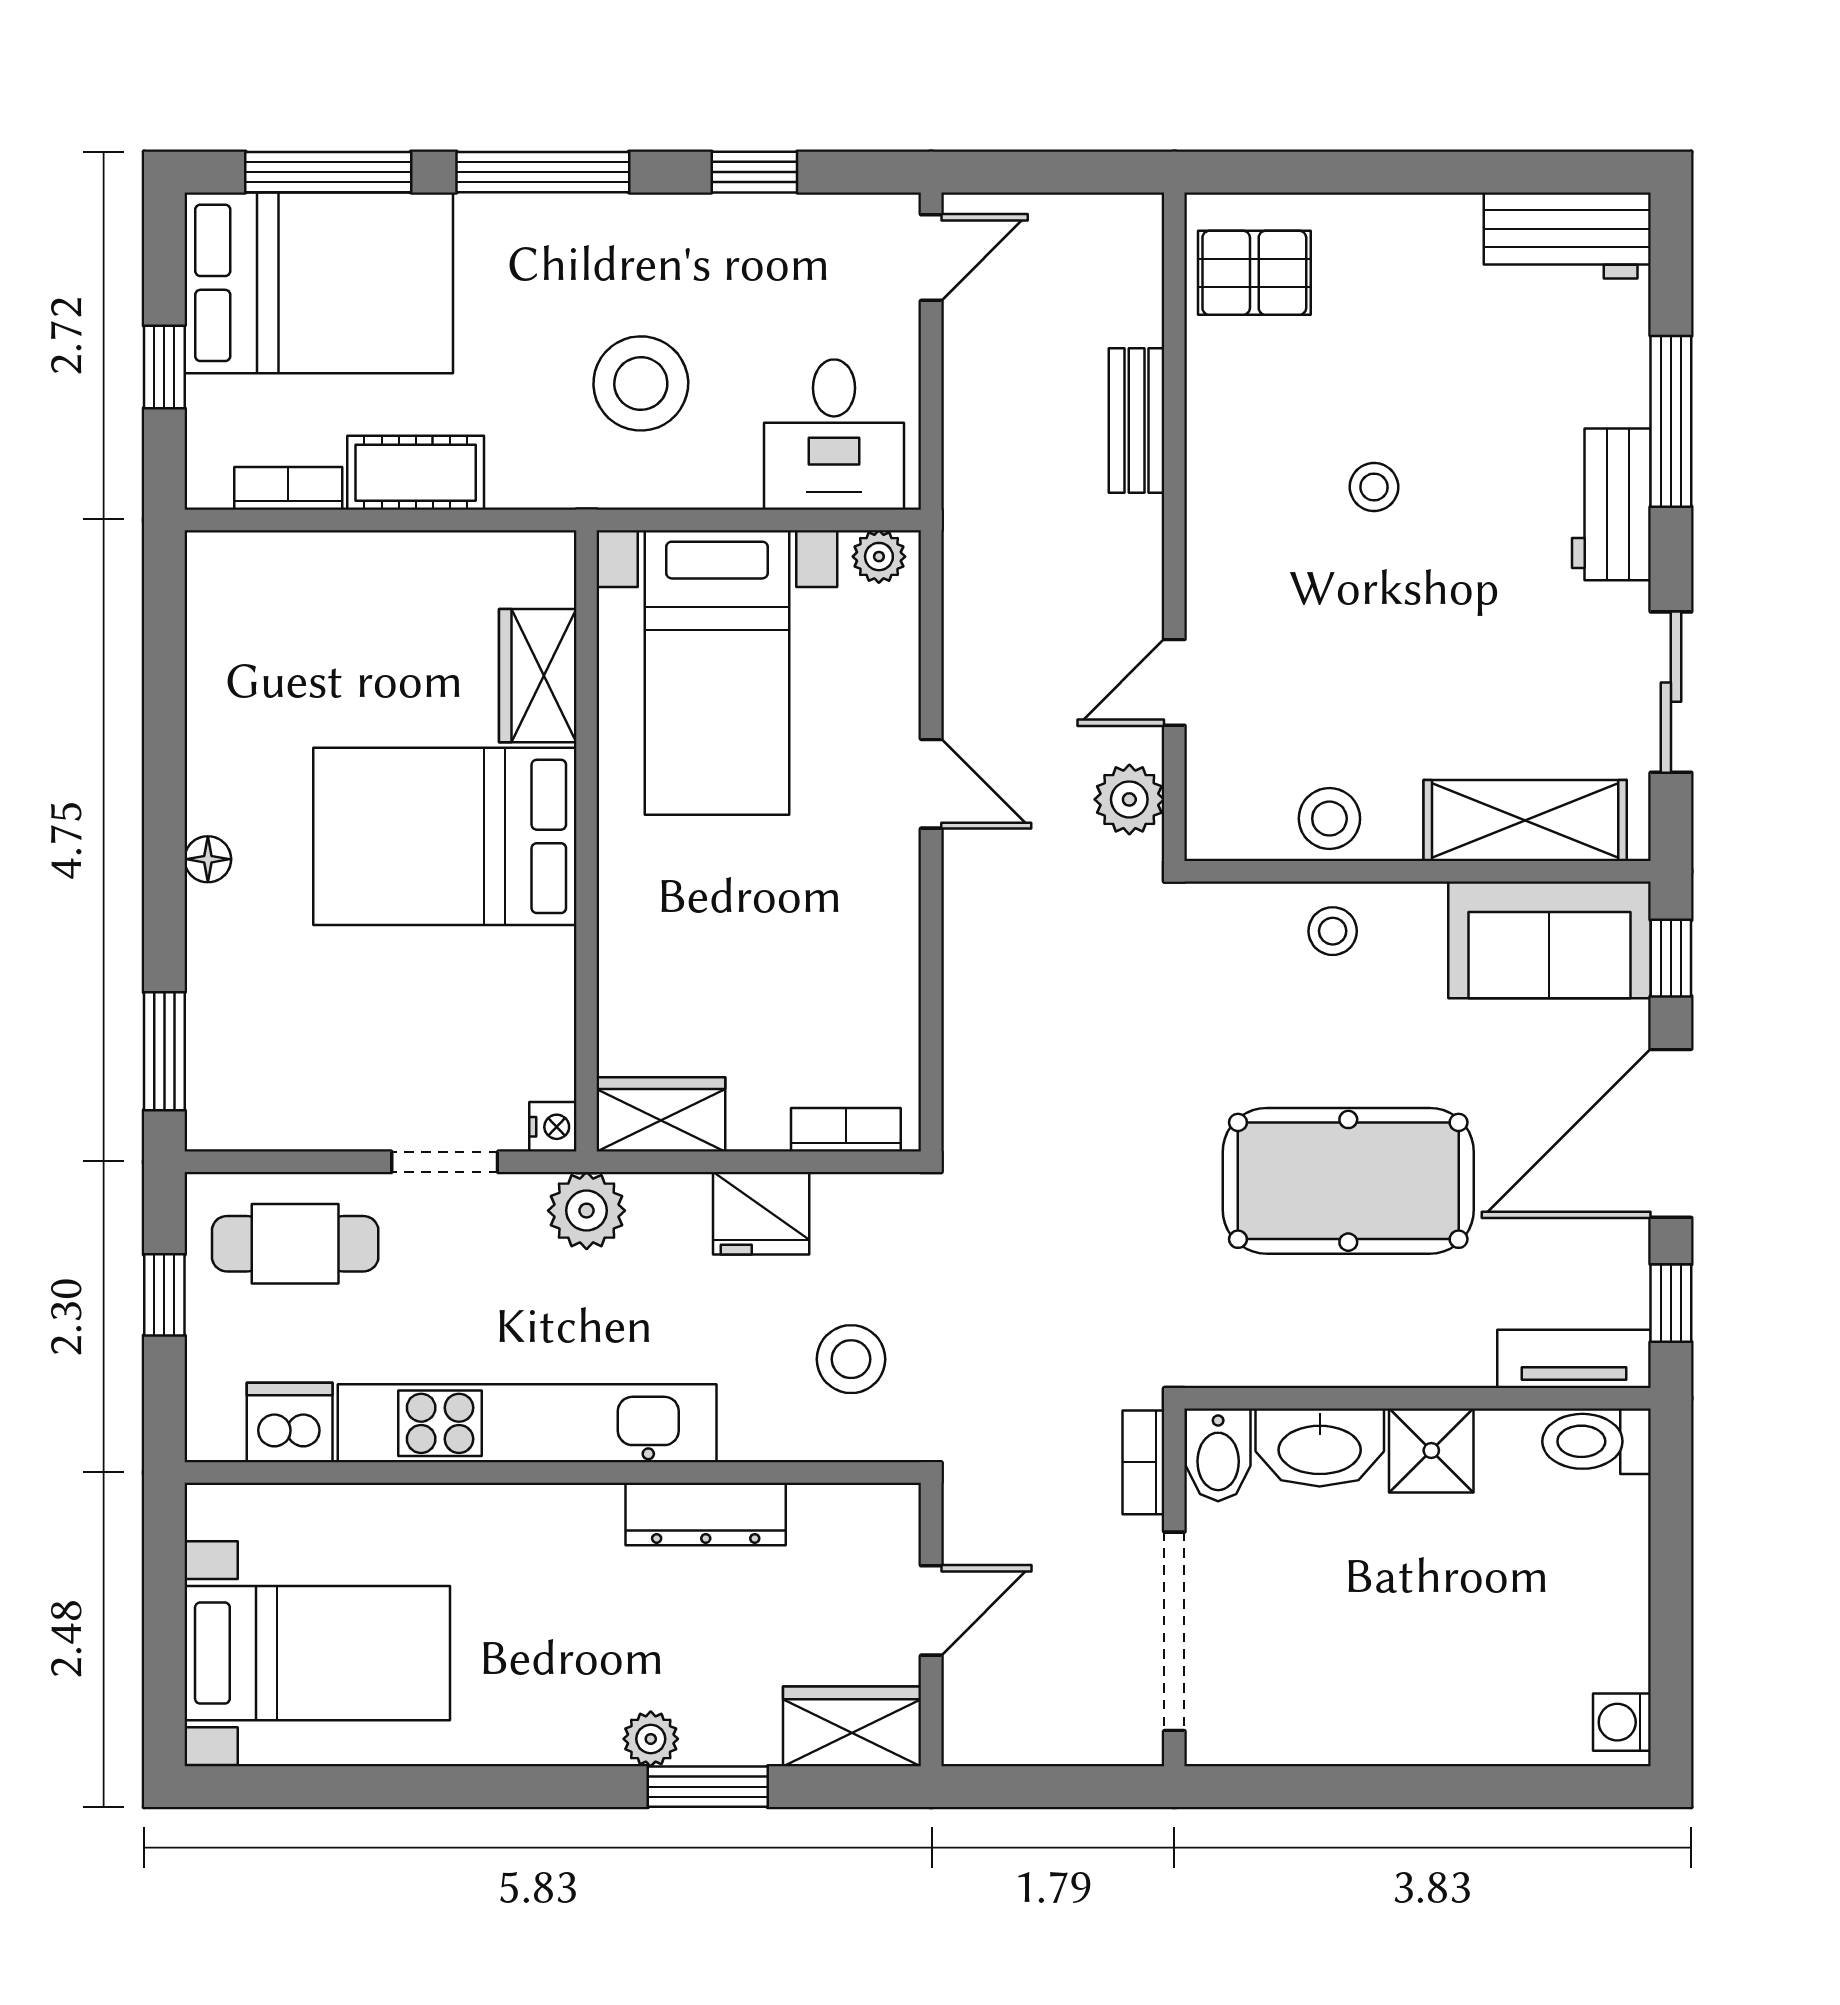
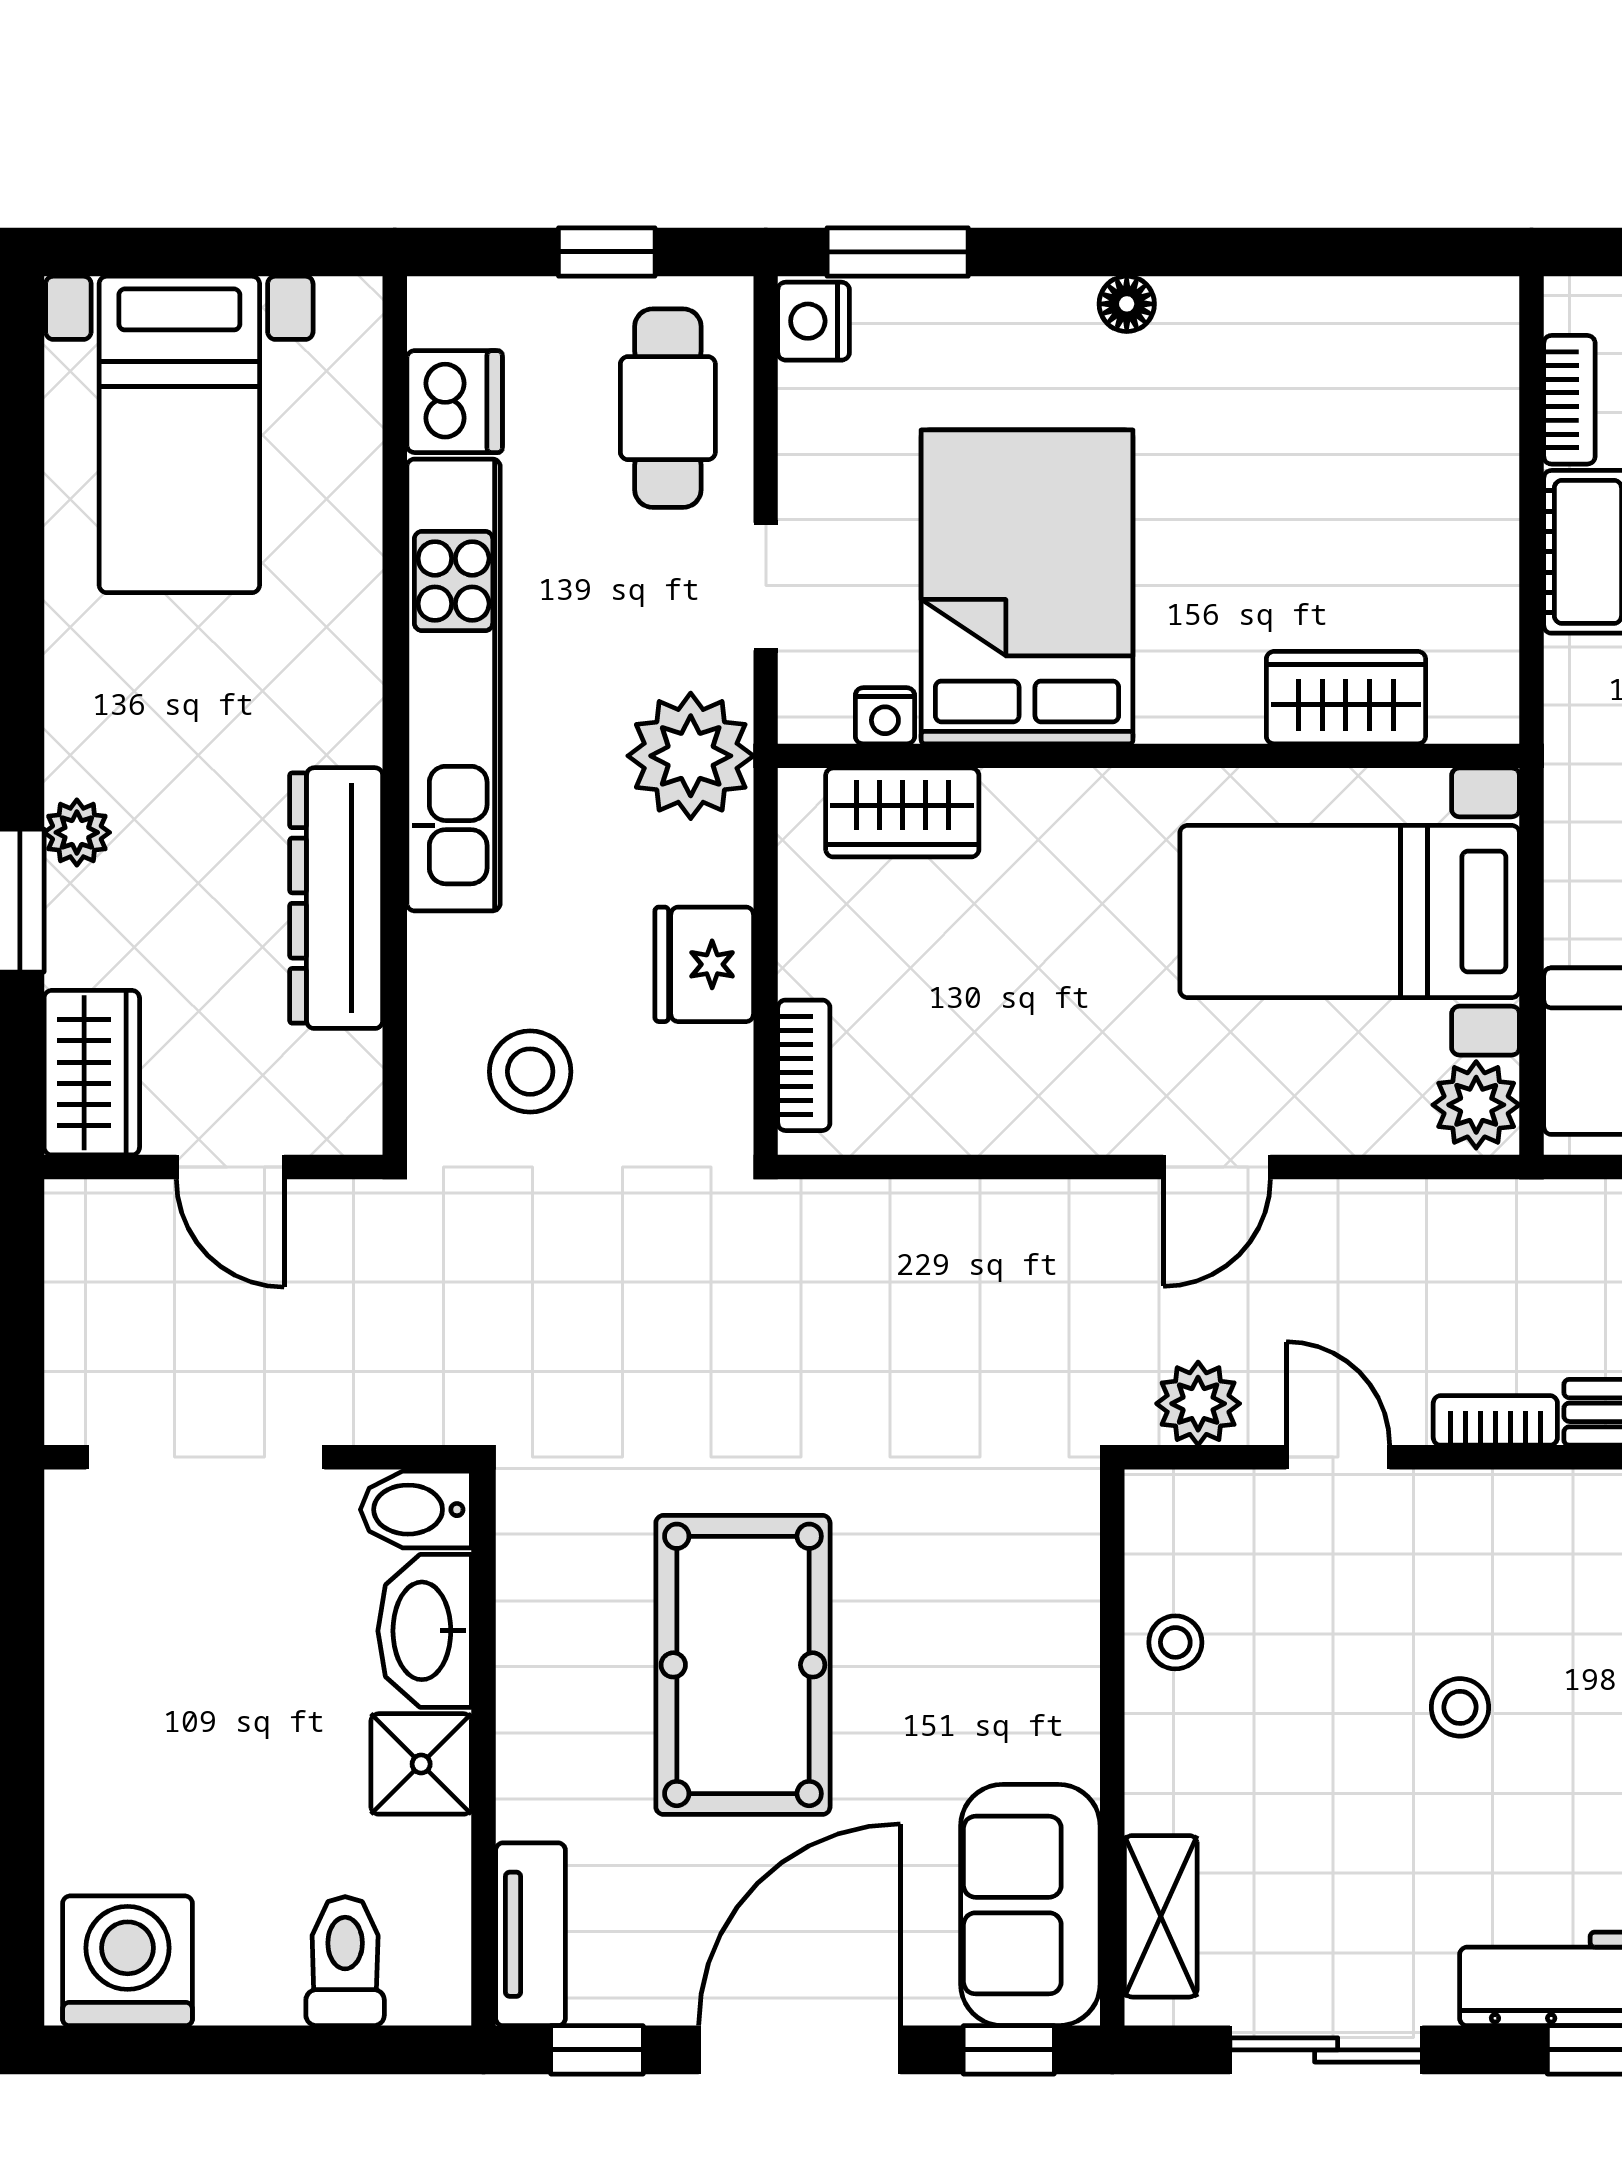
stool: (1374, 487) -> (1460, 1707), moved
plant: (879, 557) -> (1476, 1105), width x1.38, depth x1.38
stool: (1329, 819) -> (1175, 1642), width x0.73, depth x0.73
shelving: (1525, 821) -> (1161, 1916), width x0.67, depth x0.75
bed: (445, 836) -> (1027, 587), moved
stool: (1333, 931) -> (1041, 1646), removed
wardrobe: (661, 1114) -> (902, 812), moved, turned 90
nightstand: (222, 1122) -> (814, 321), added
nightstand: (553, 1127) -> (885, 716), moved
door: (1671, 1133) -> (800, 2050), hinge flipped
plant: (587, 1211) -> (691, 756), width x1.36, depth x1.36
toilet: (1596, 1441) -> (345, 1961), moved
bookcase: (1143, 1462) -> (1495, 1420), moved
dresser: (706, 1514) -> (336, 898), width x1.37, depth x1.24
washing machine: (1622, 1722) -> (128, 1961), width x1.89, depth x1.89

